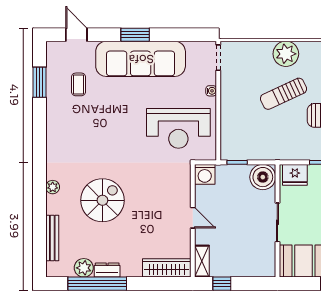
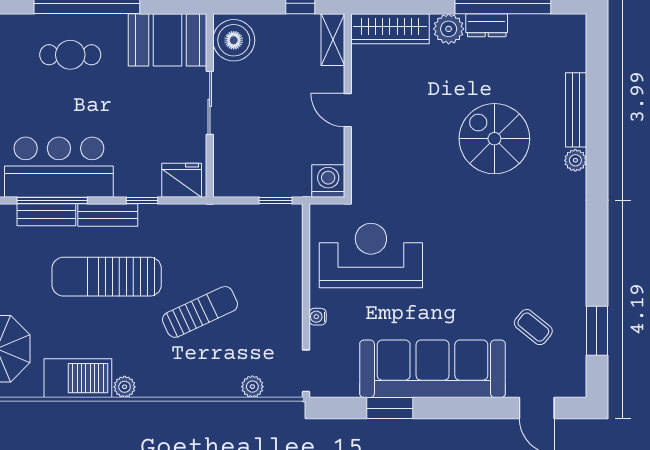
window: (135, 35) -> (390, 408), moved
plant: (286, 54) -> (252, 387), moved, width x0.53, depth x0.53
coffee table: (79, 84) -> (533, 327), turned -51
boiler: (263, 177) -> (234, 40), moved
spiral stairs: (102, 200) -> (494, 139), turned 90
bench: (52, 238) -> (576, 110), moved
plant: (84, 268) -> (449, 29), moved

